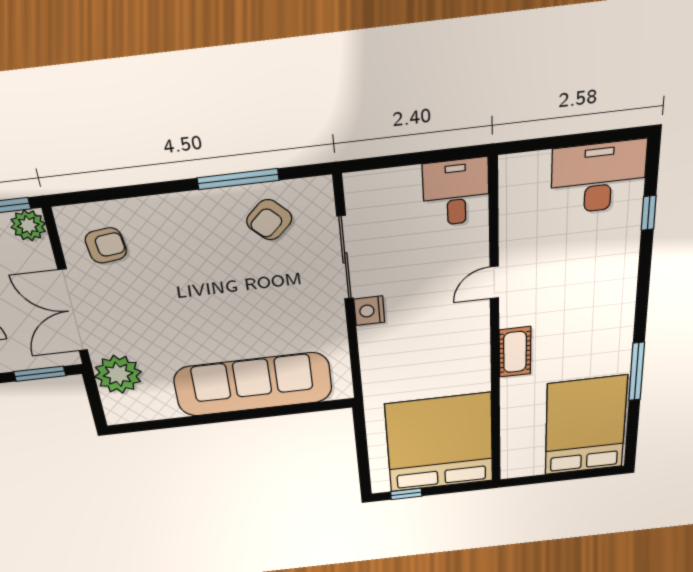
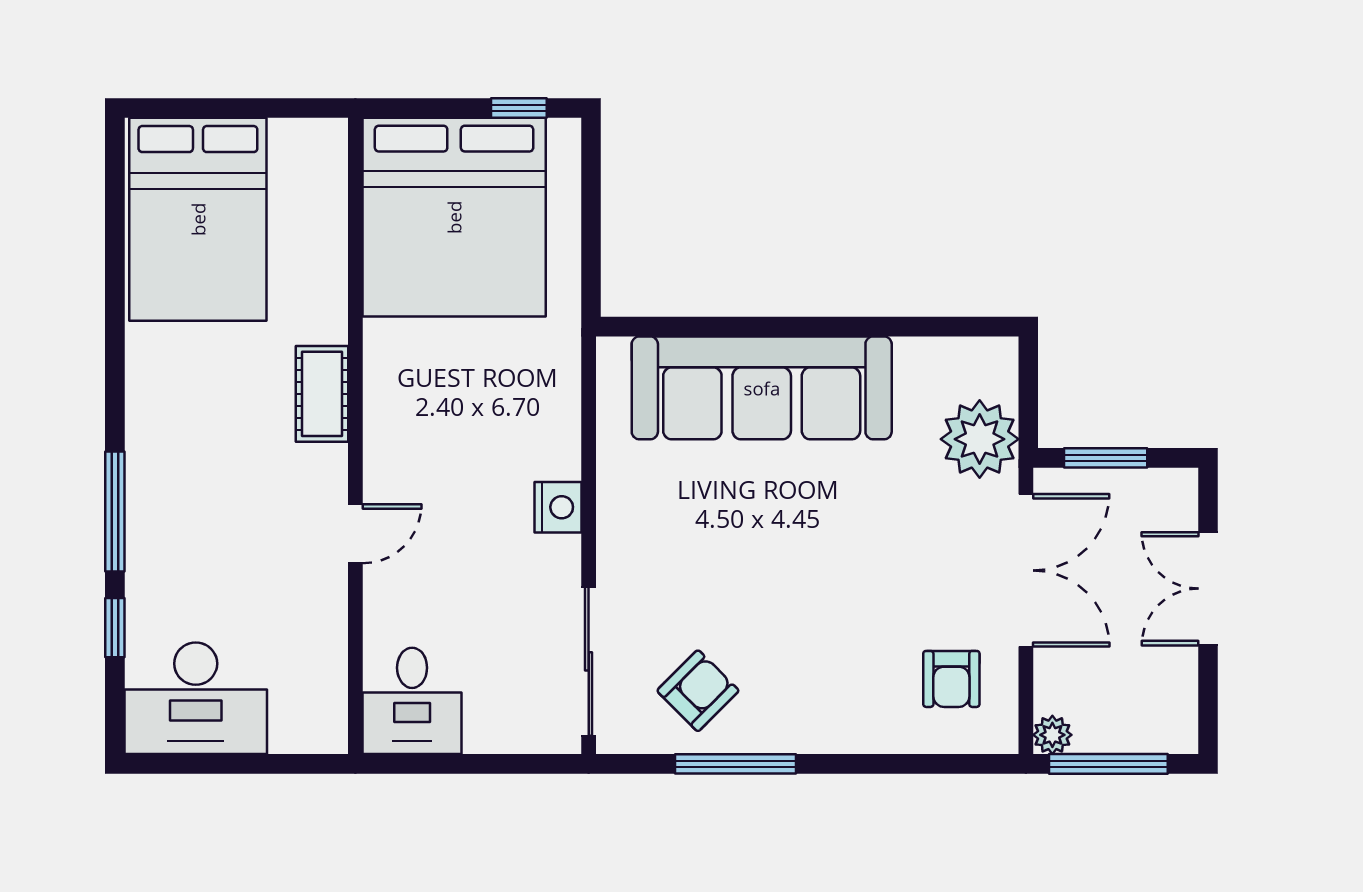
plant: (28, 225) -> (1052, 735), width x0.73, depth x0.73
armchair: (106, 245) -> (951, 679), turned -83
sliding door: (345, 258) -> (589, 661), moved
window: (637, 372) -> (115, 511), moved

